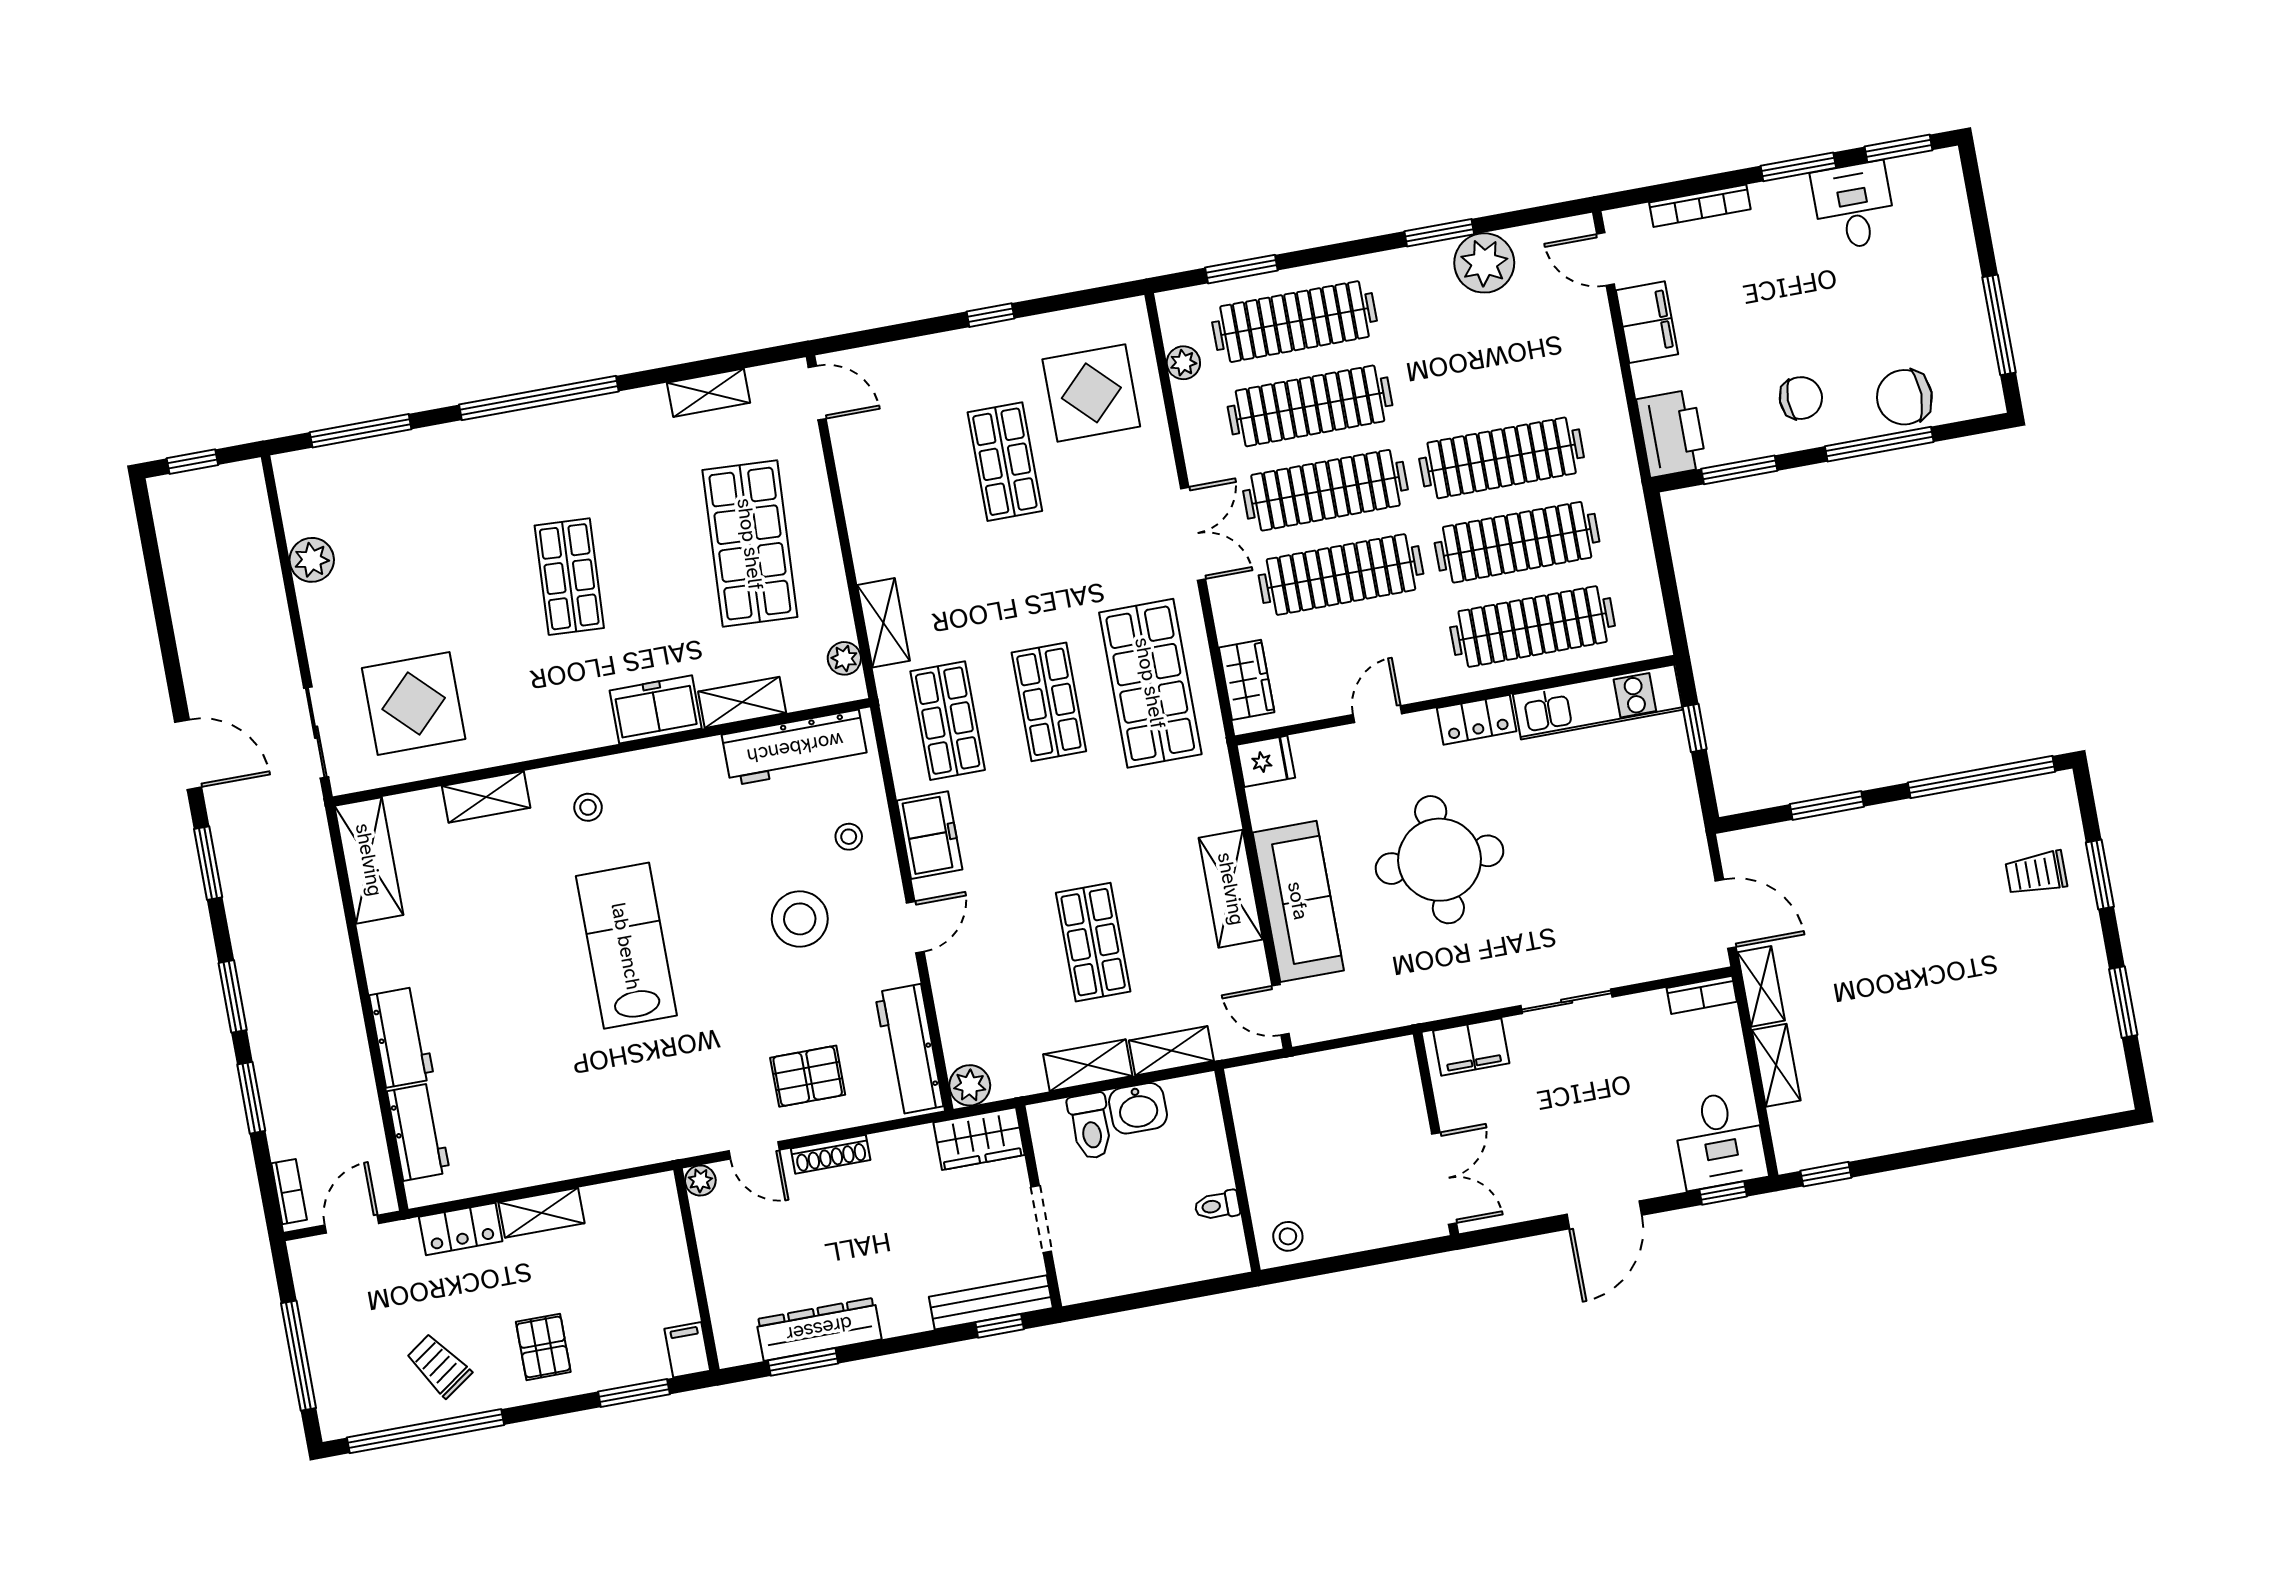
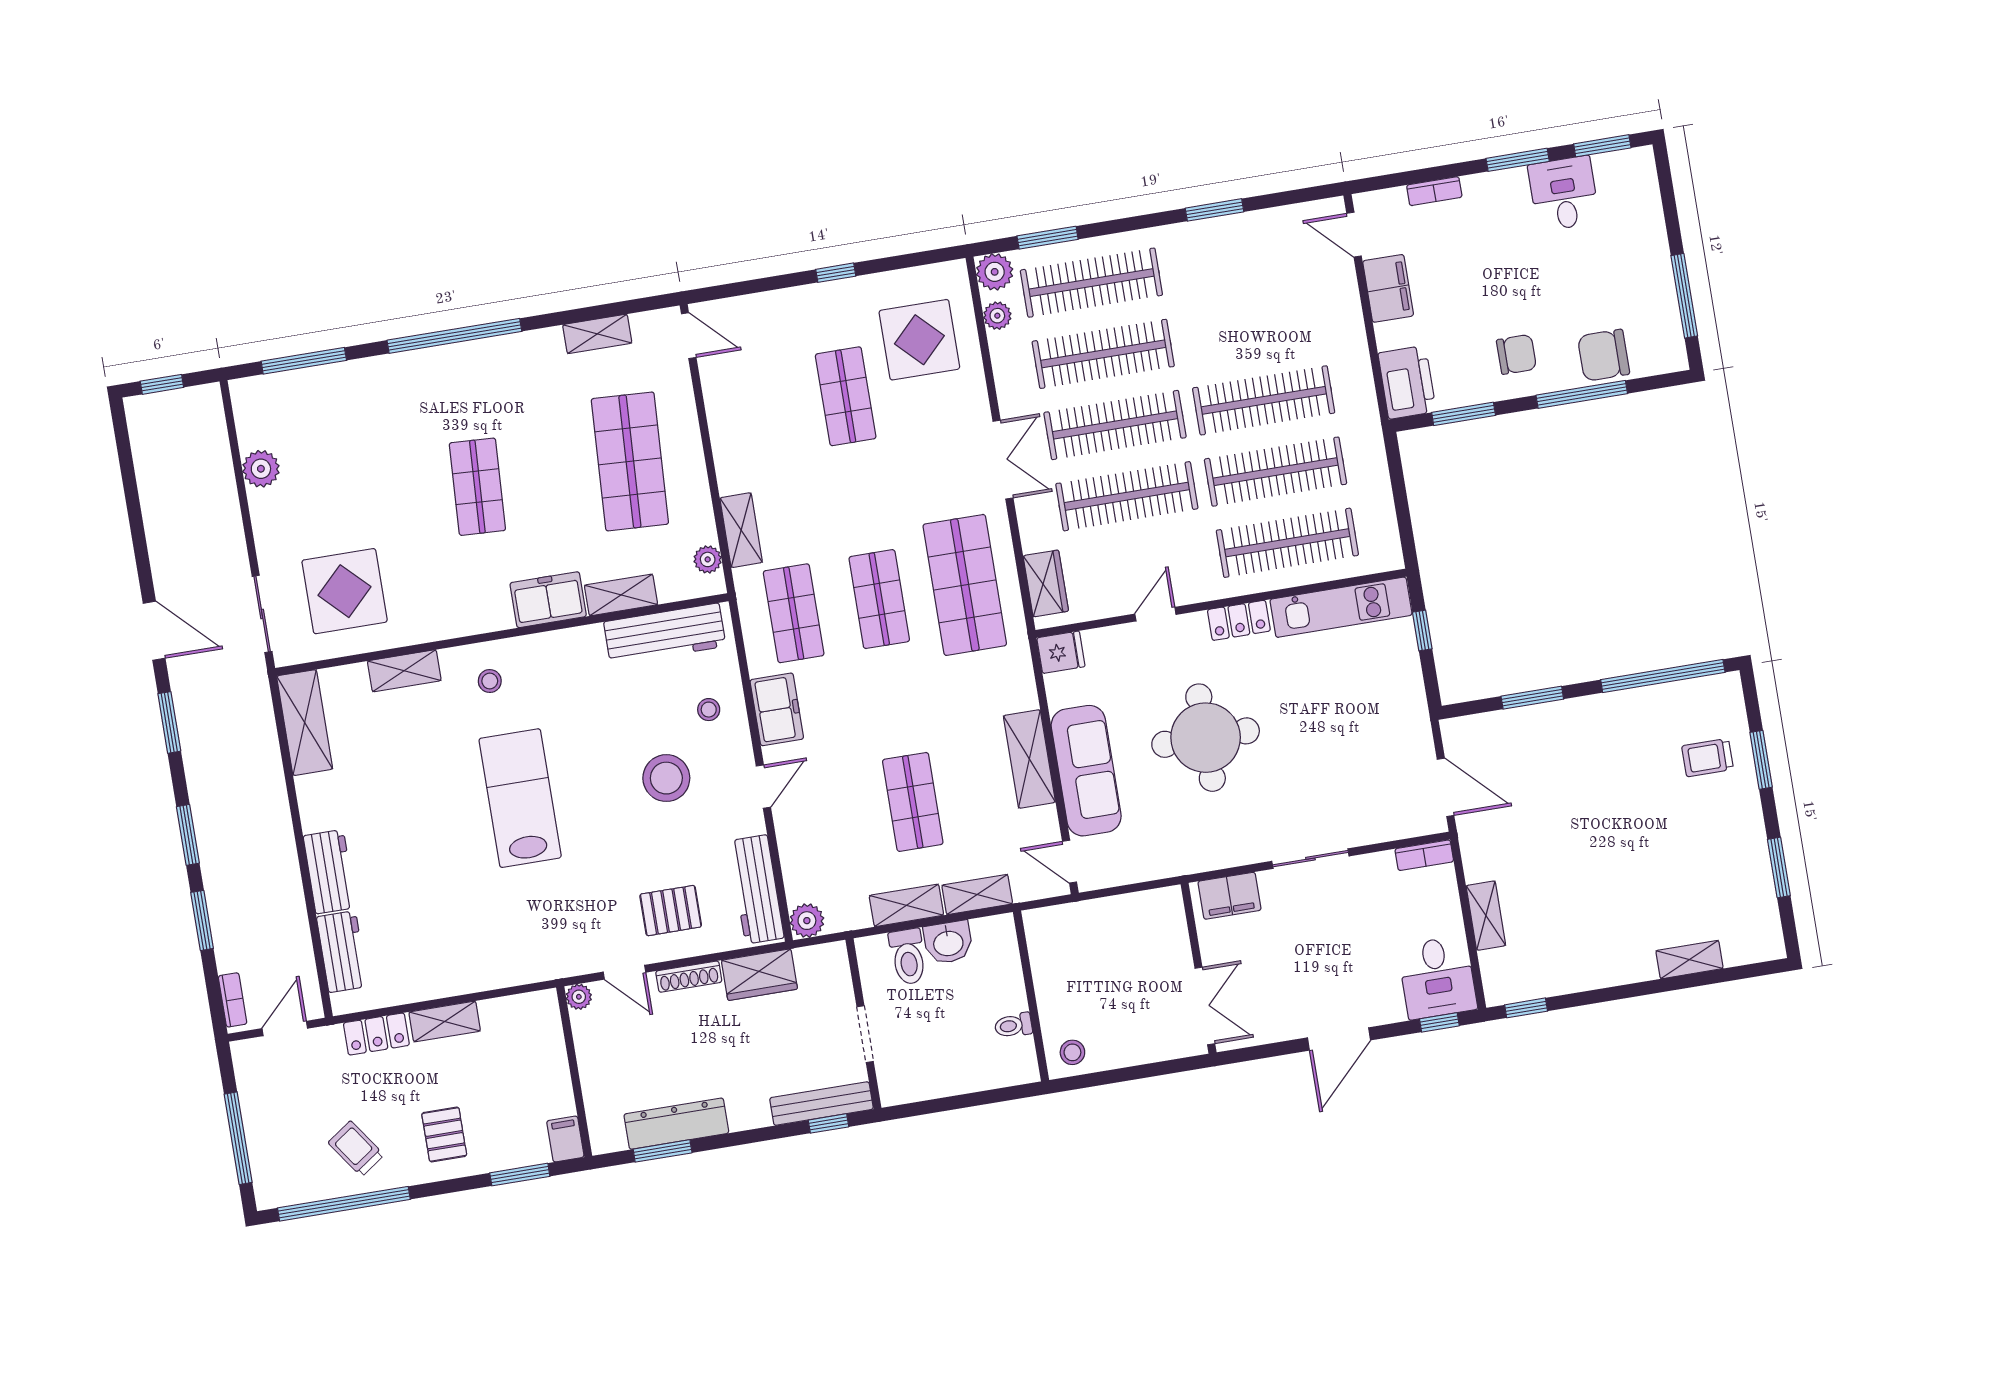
bookcase: (1700, 206) -> (1434, 191), width x0.64
plant: (1484, 263) -> (995, 272), moved, width x0.73, depth x0.73
shelving: (1761, 986) -> (1690, 960), moved, turned 90
wardrobe: (979, 1139) -> (759, 975), moved

